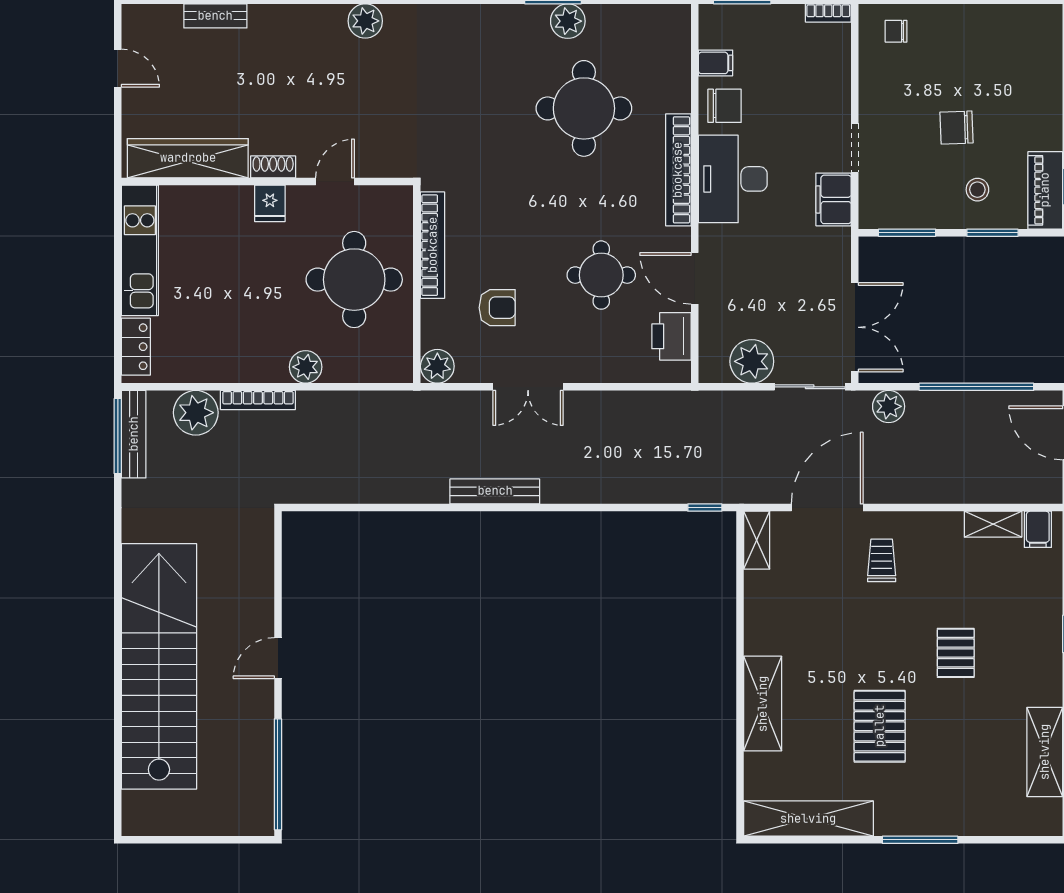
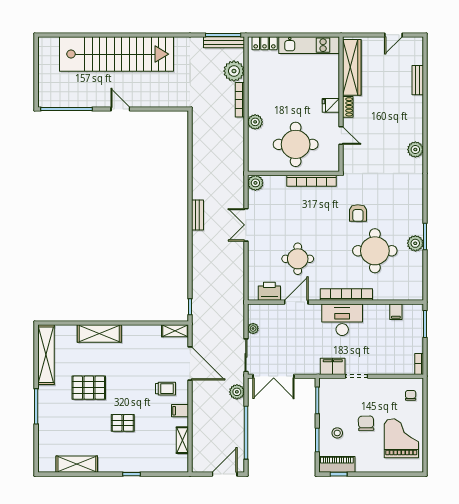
grand piano: (989, 51) -> (401, 438), added
chair: (725, 106) -> (376, 316), removed
armchair: (497, 308) -> (358, 213), moved
plant: (752, 361) -> (253, 328), width x0.53, depth x0.53
bench: (495, 491) -> (197, 215), width x0.73
filing cabinet: (1038, 529) -> (180, 411), moved

